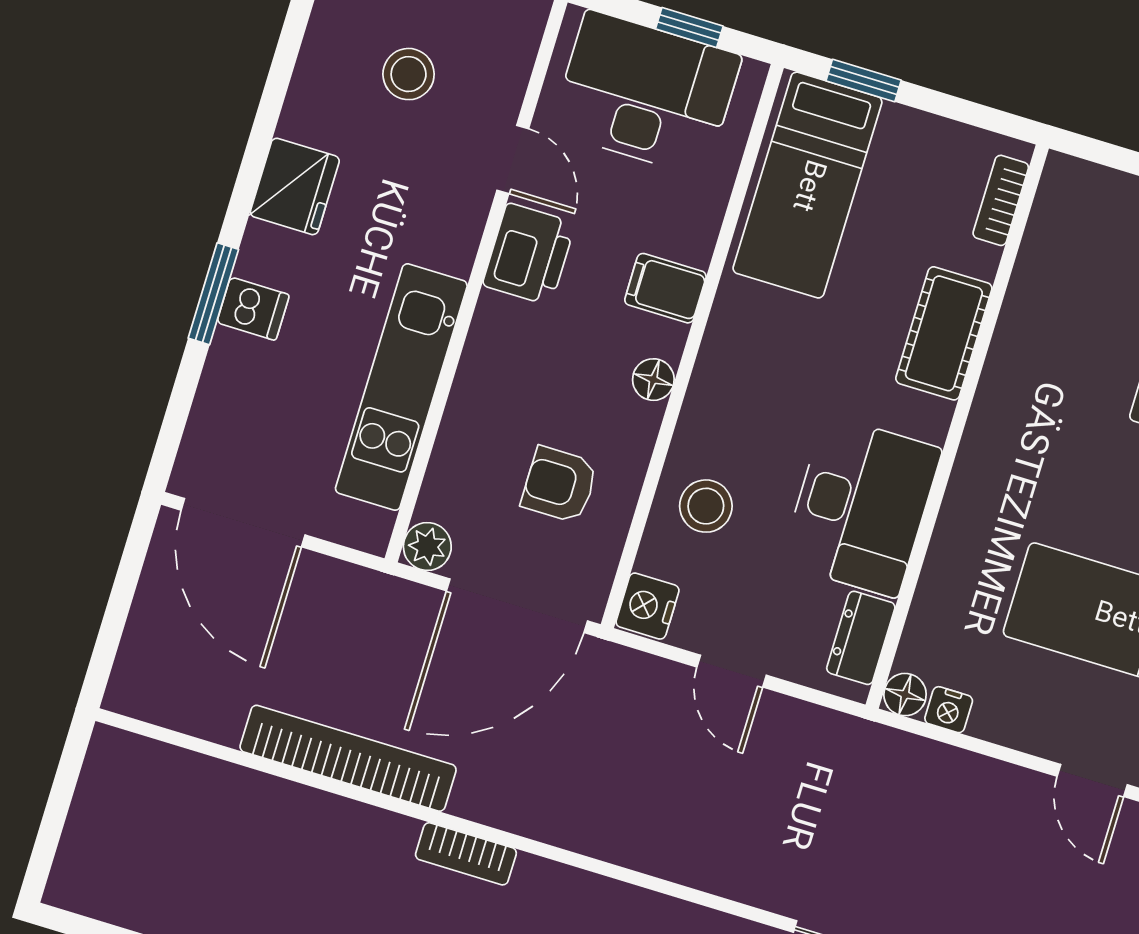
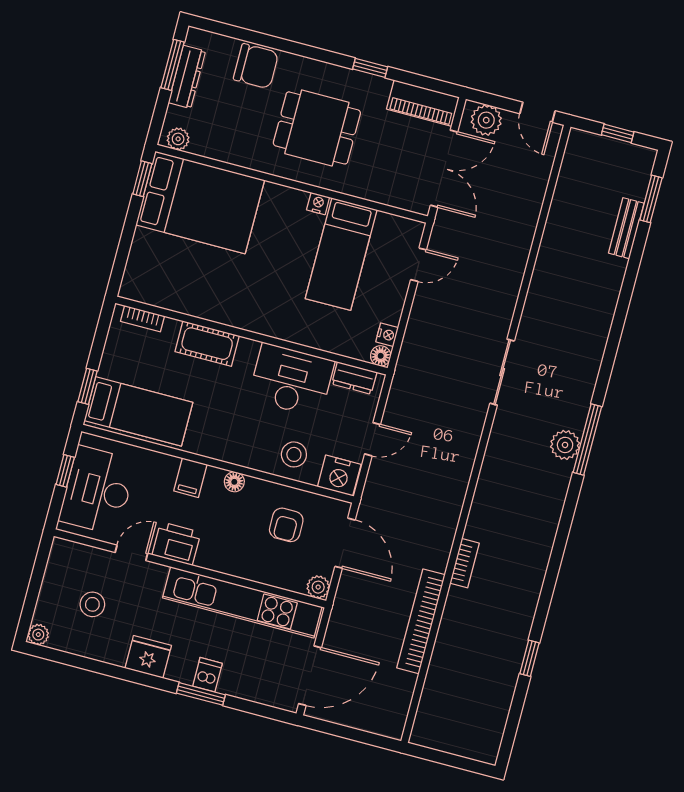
kitchen unit: (401, 387) -> (242, 602), width x1.36
door: (517, 606) -> (345, 543), width x0.73
nightstand: (647, 606) -> (339, 476), width x1.36, depth x1.33

